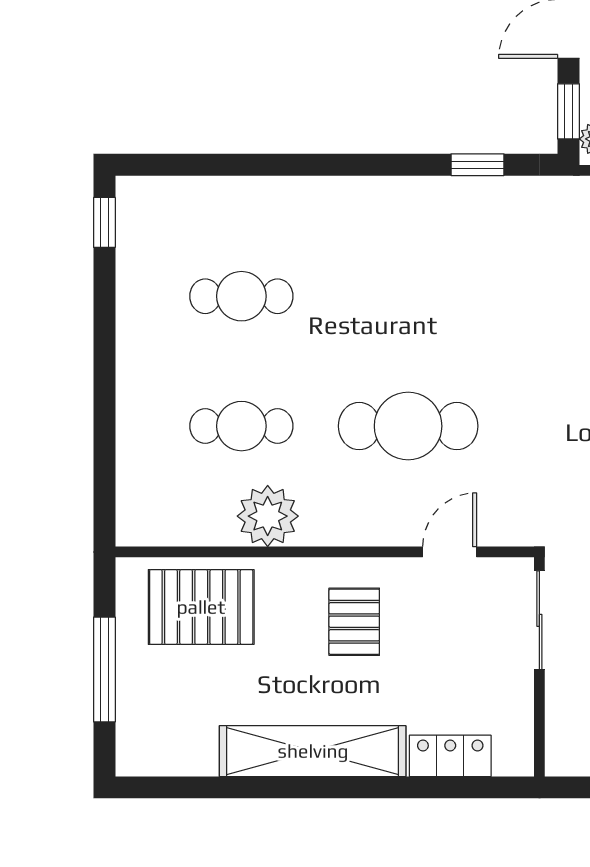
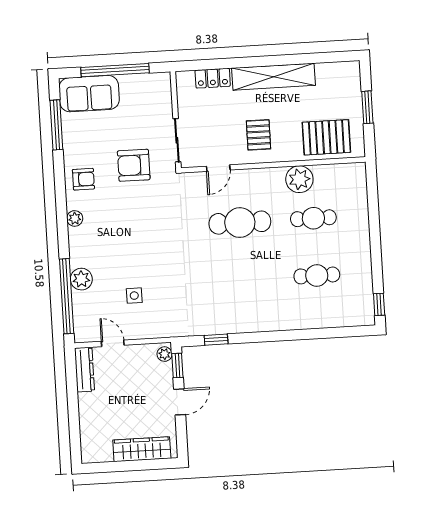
window: (104, 669) -> (367, 107), width x0.69

